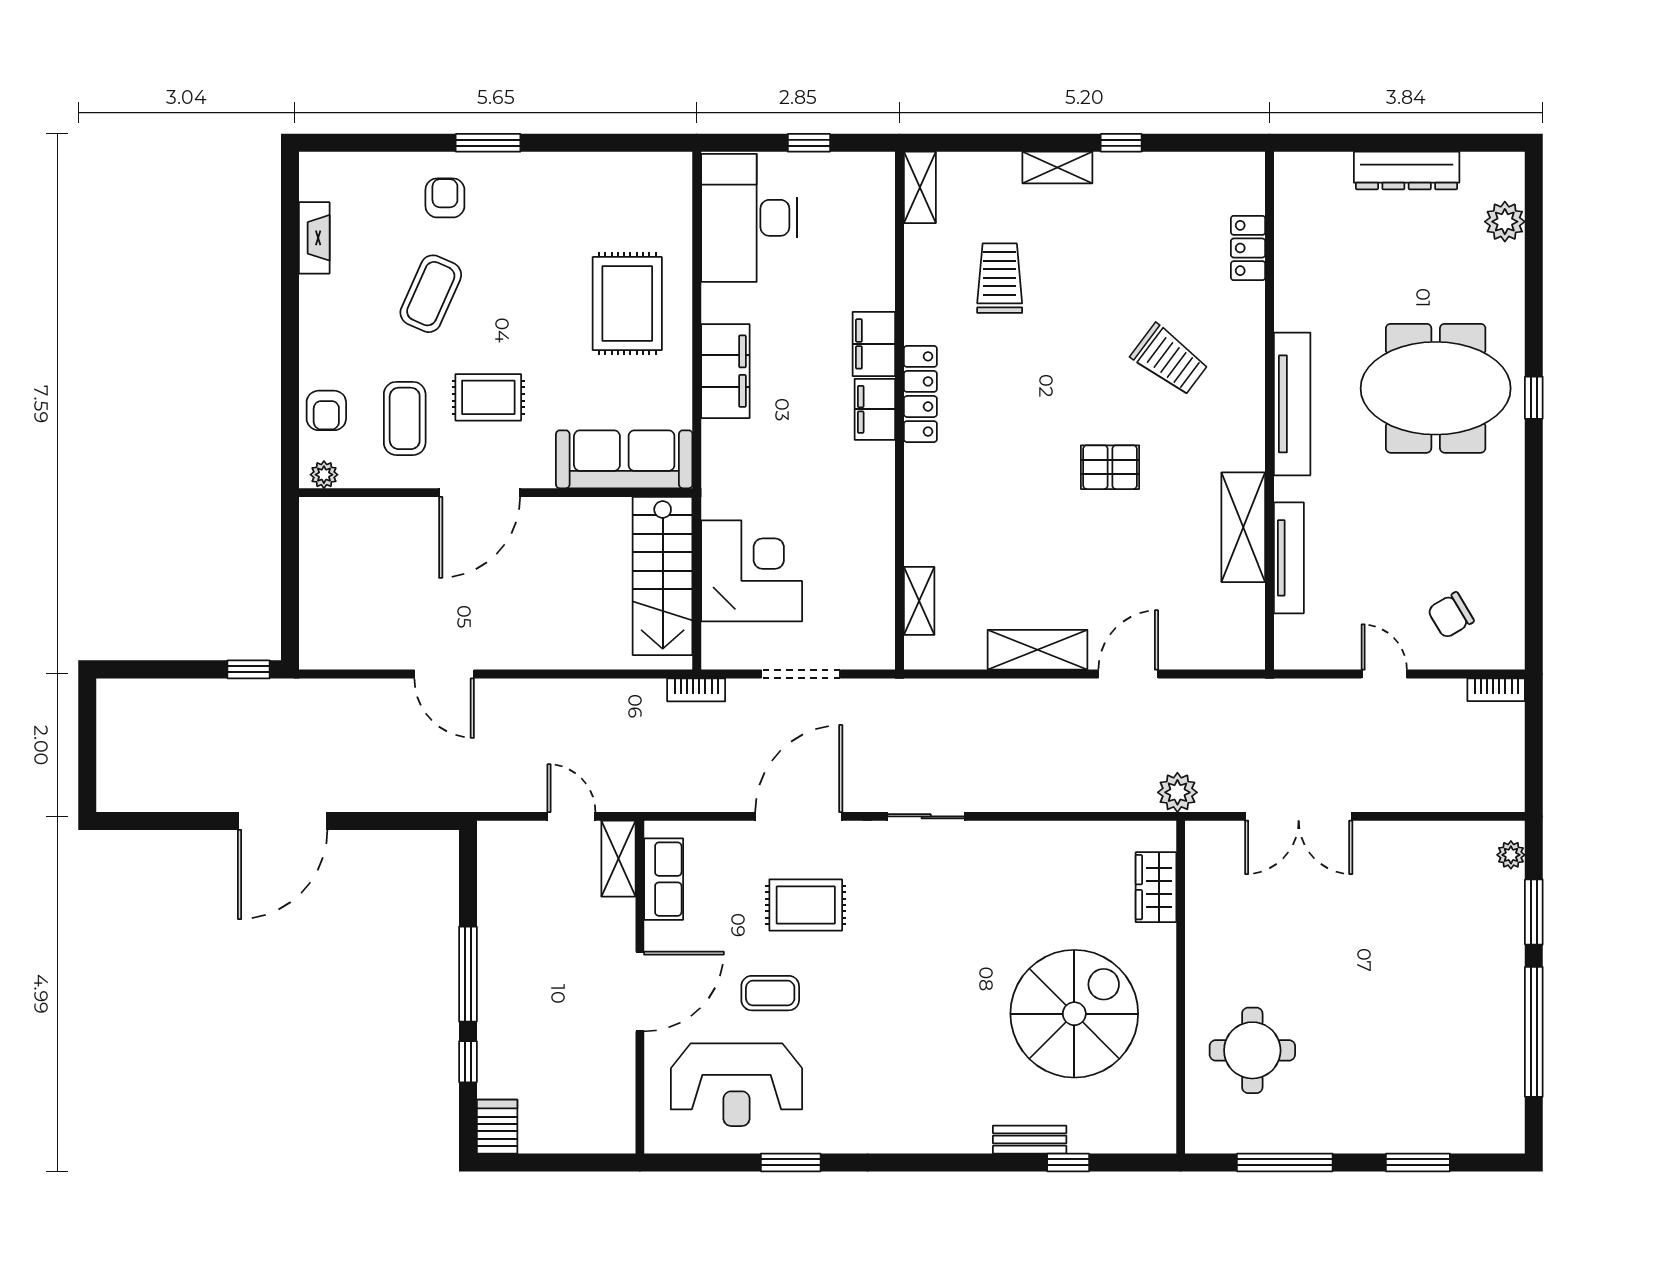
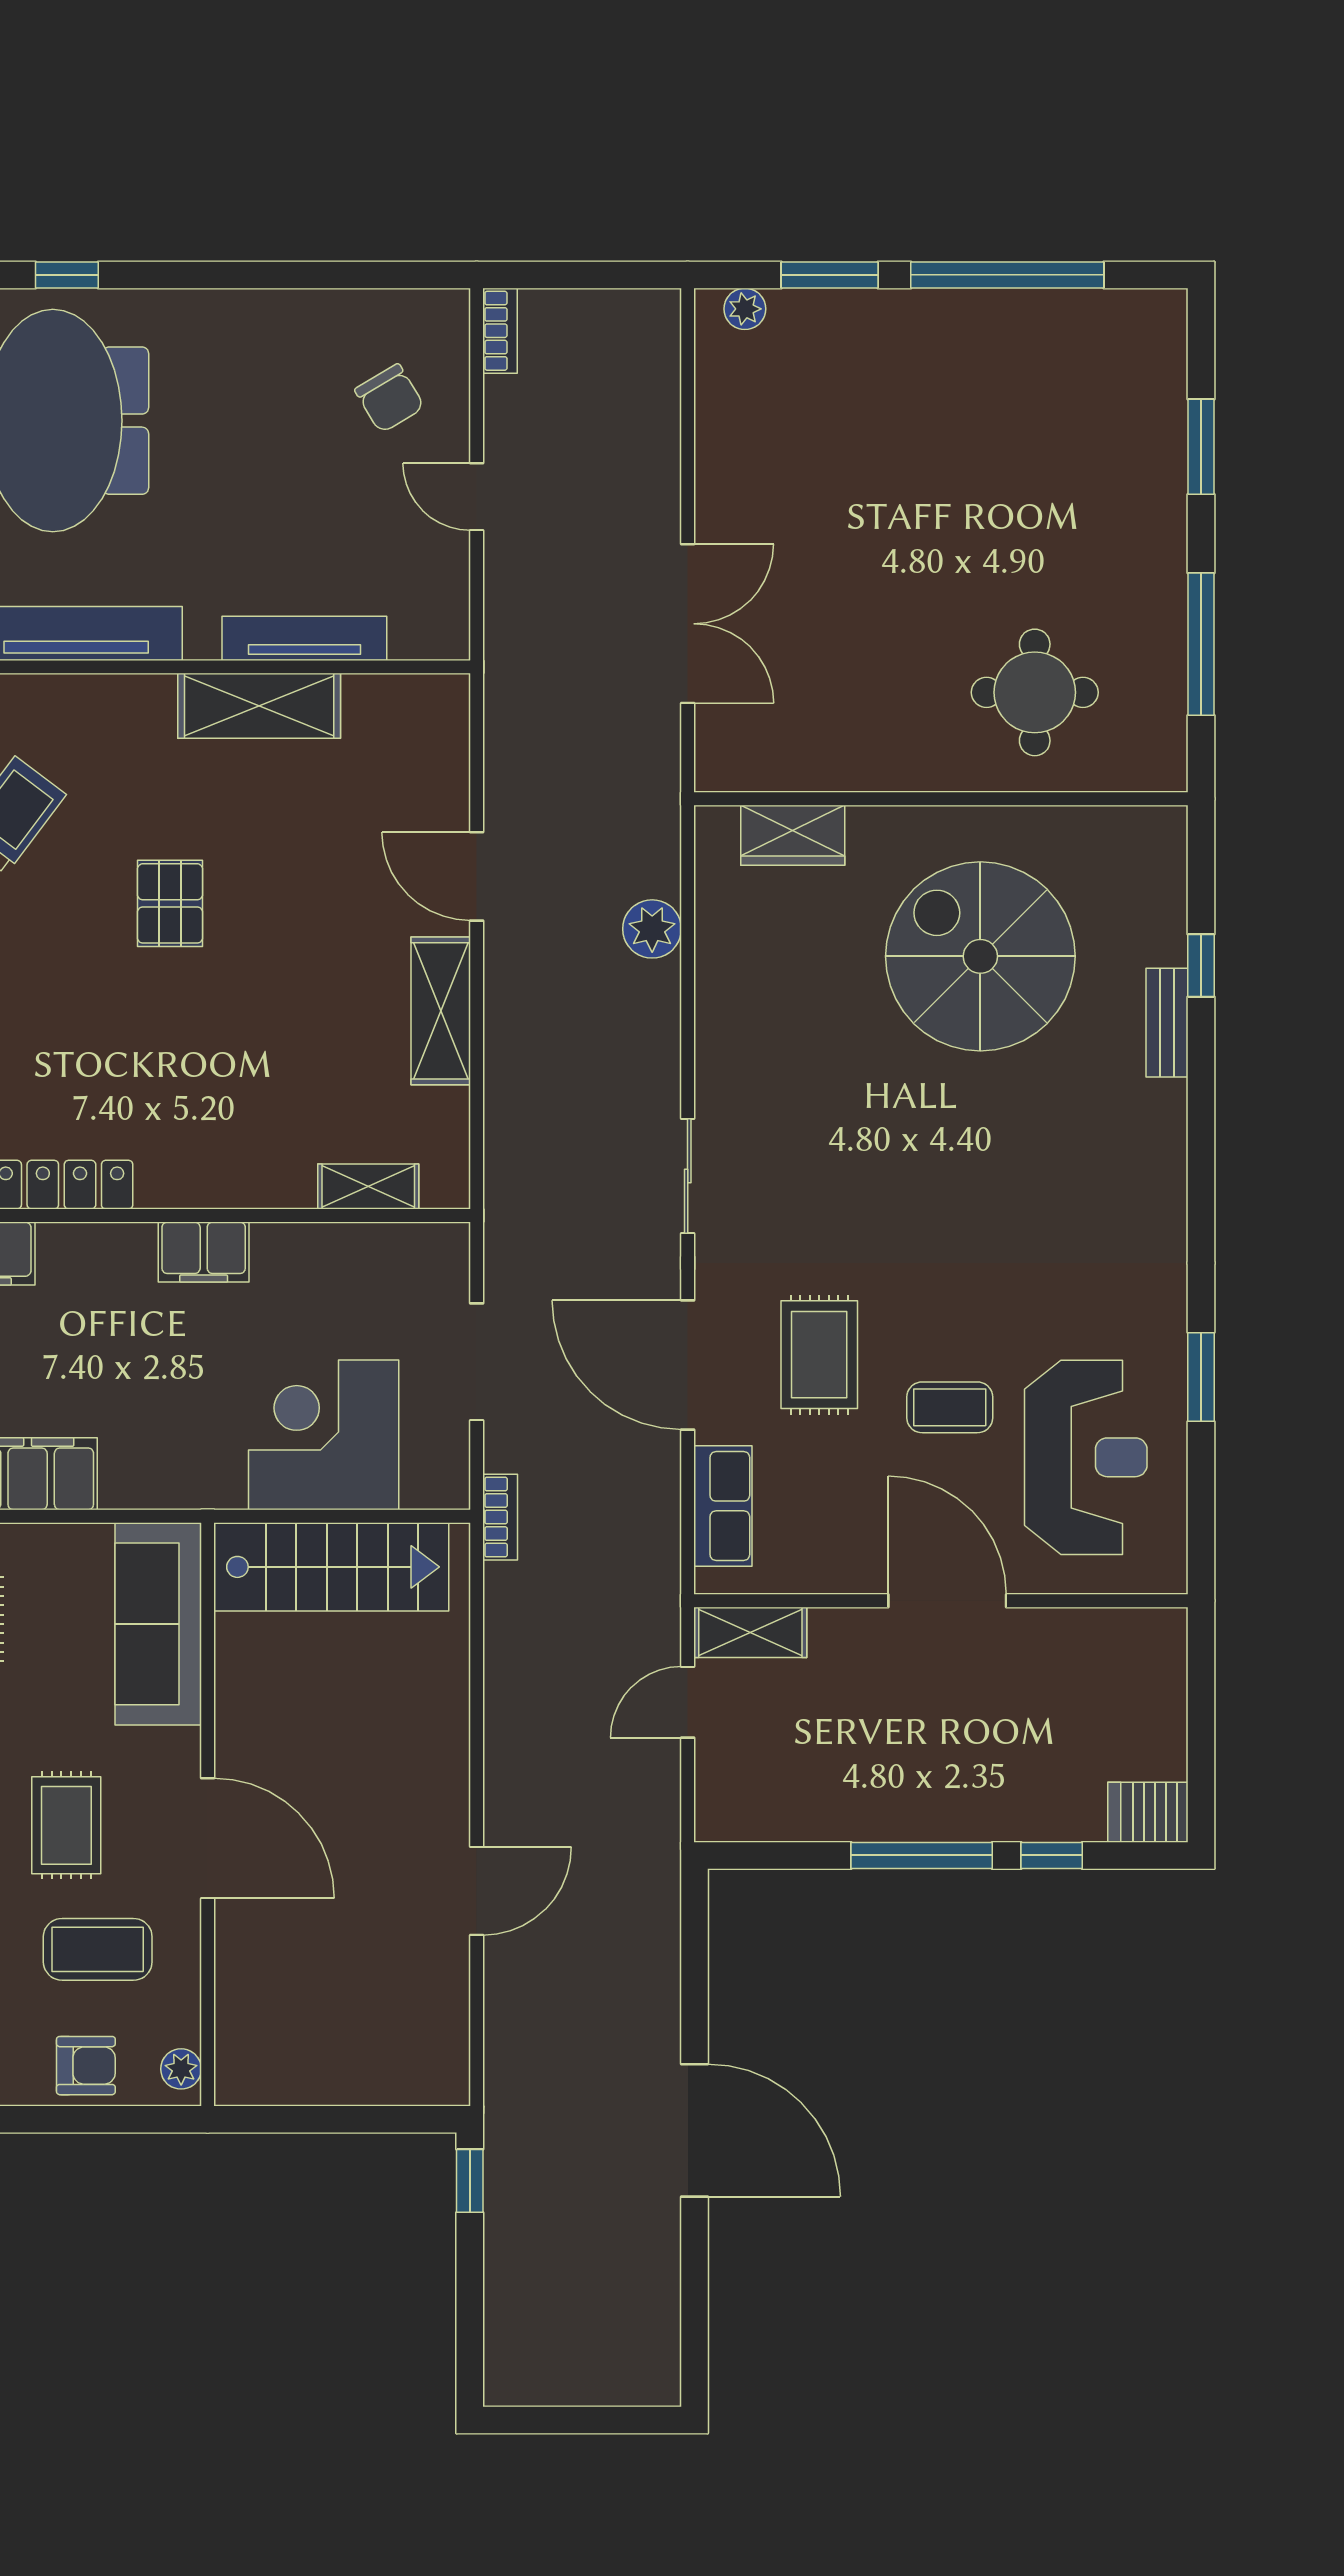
filing cabinet: (875, 409) -> (204, 1252), moved
door: (1384, 674) -> (477, 497), hinge flipped
plant: (1177, 792) -> (652, 929), moved
row of seats: (664, 879) -> (723, 1506), moved, turned 90
coffee table: (770, 993) -> (950, 1407), turned 90

